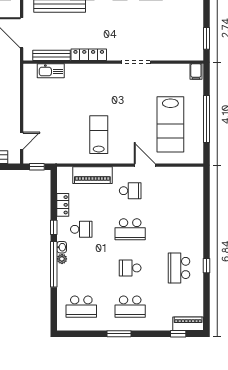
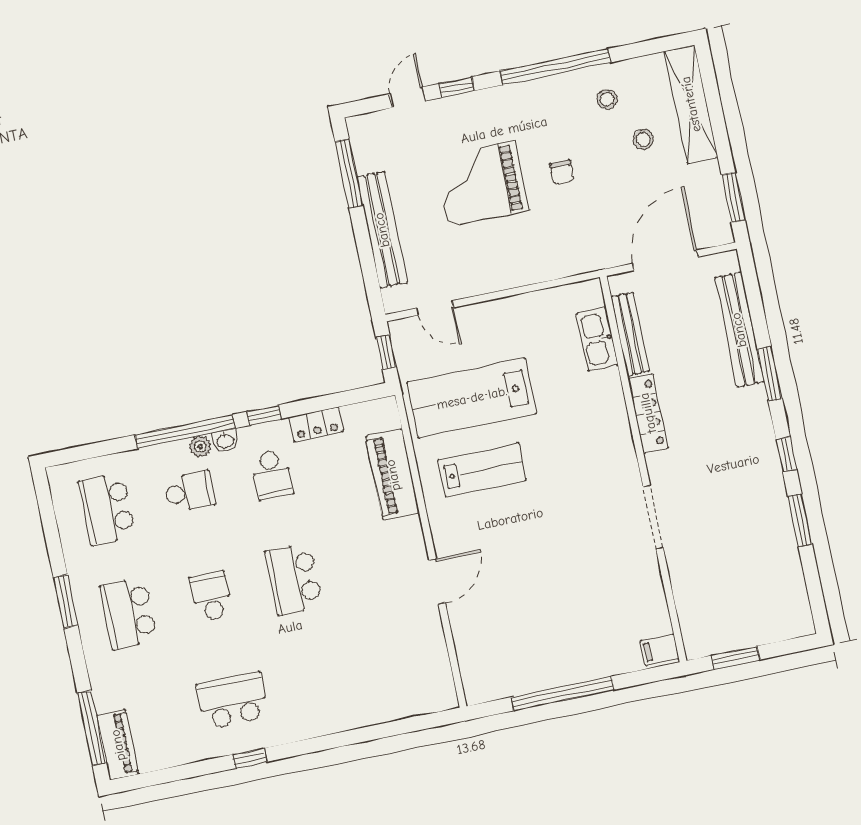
lab bench: (170, 124) -> (472, 398), moved
school desk: (130, 191) -> (190, 492), moved, turned -90
window: (178, 334) -> (92, 728), width x2.17

